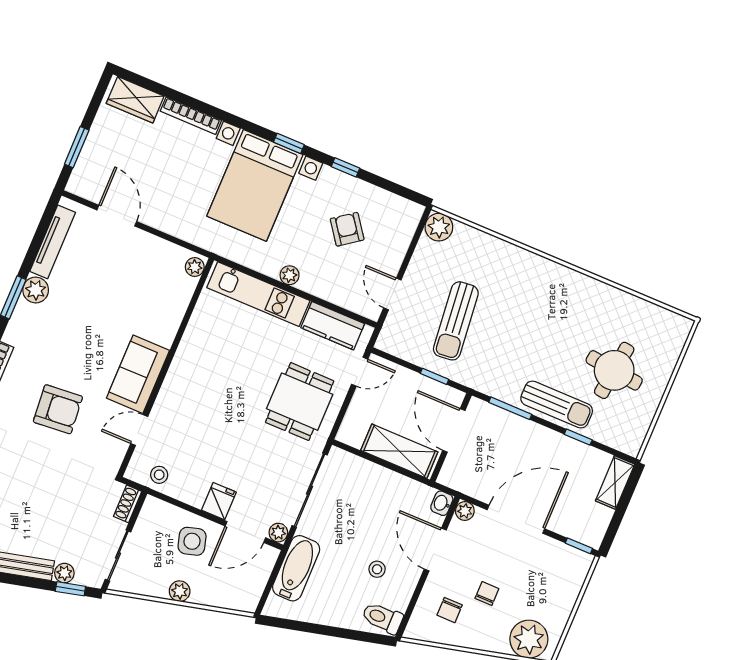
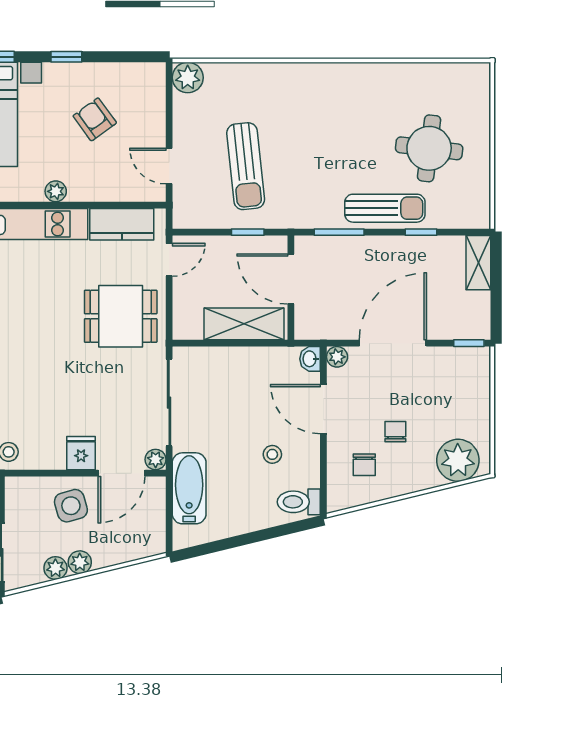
dining table: (300, 402) -> (121, 316), turned 90
plant: (157, 588) -> (55, 568), added

